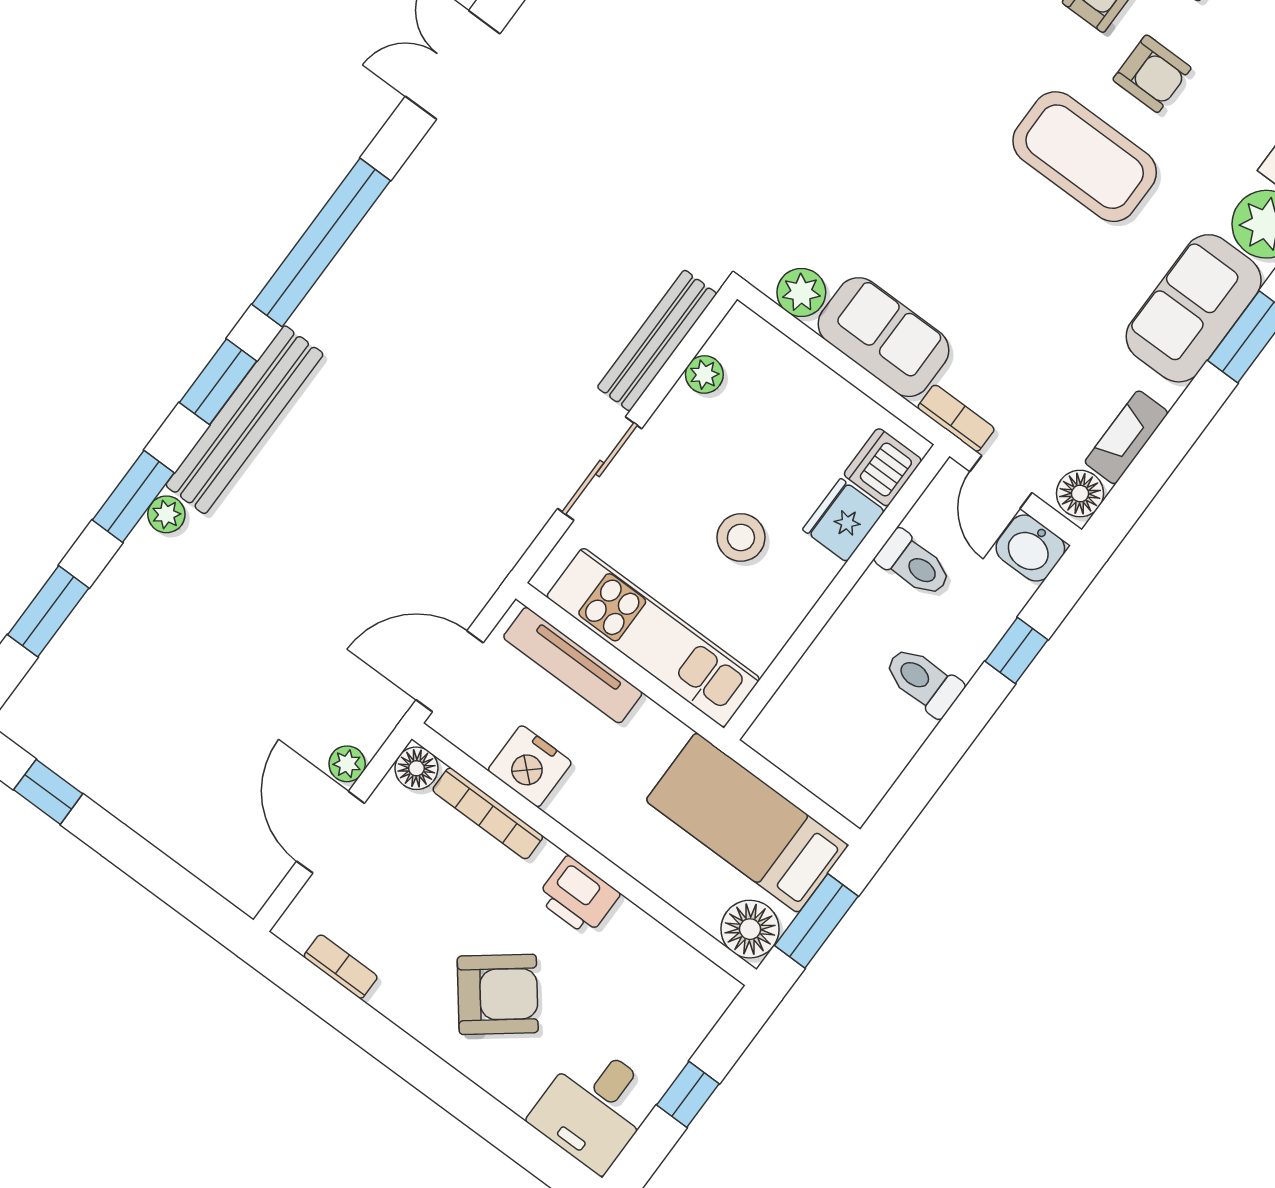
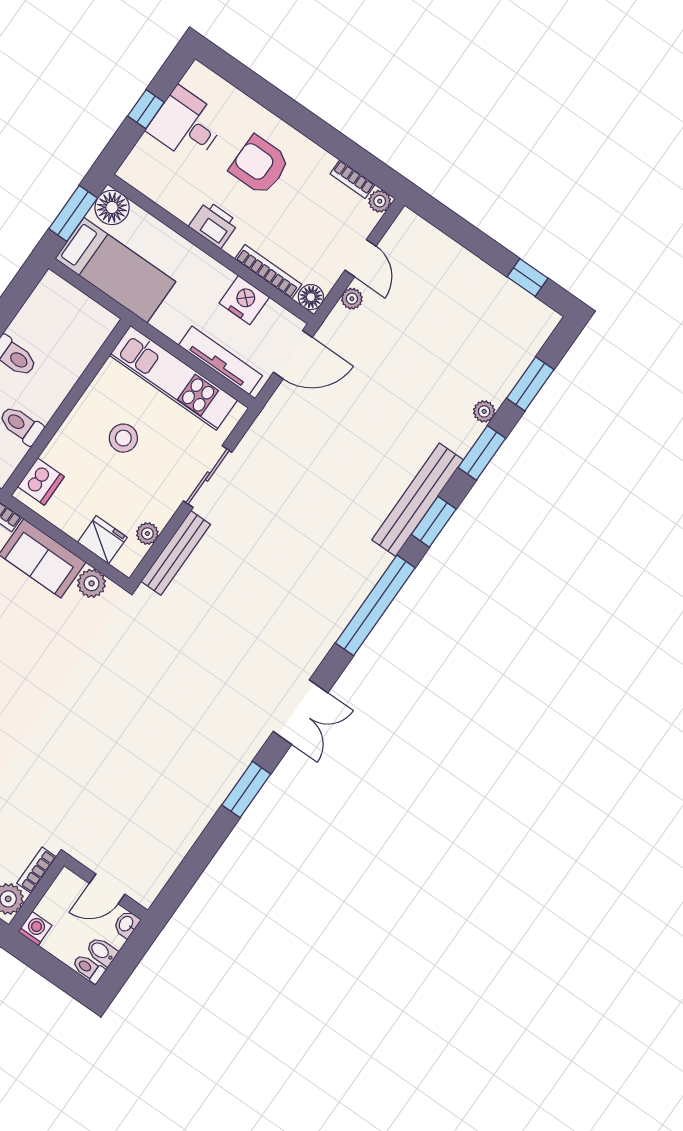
plant: (166, 514) -> (484, 411), moved
fridge: (844, 520) -> (102, 540), moved, turned -90
door: (331, 832) -> (361, 258), width x0.73
plant: (296, 928) -> (380, 201), added
armchair: (498, 994) -> (260, 165), turned 38
desk: (594, 1107) -> (186, 125), moved, turned -90

